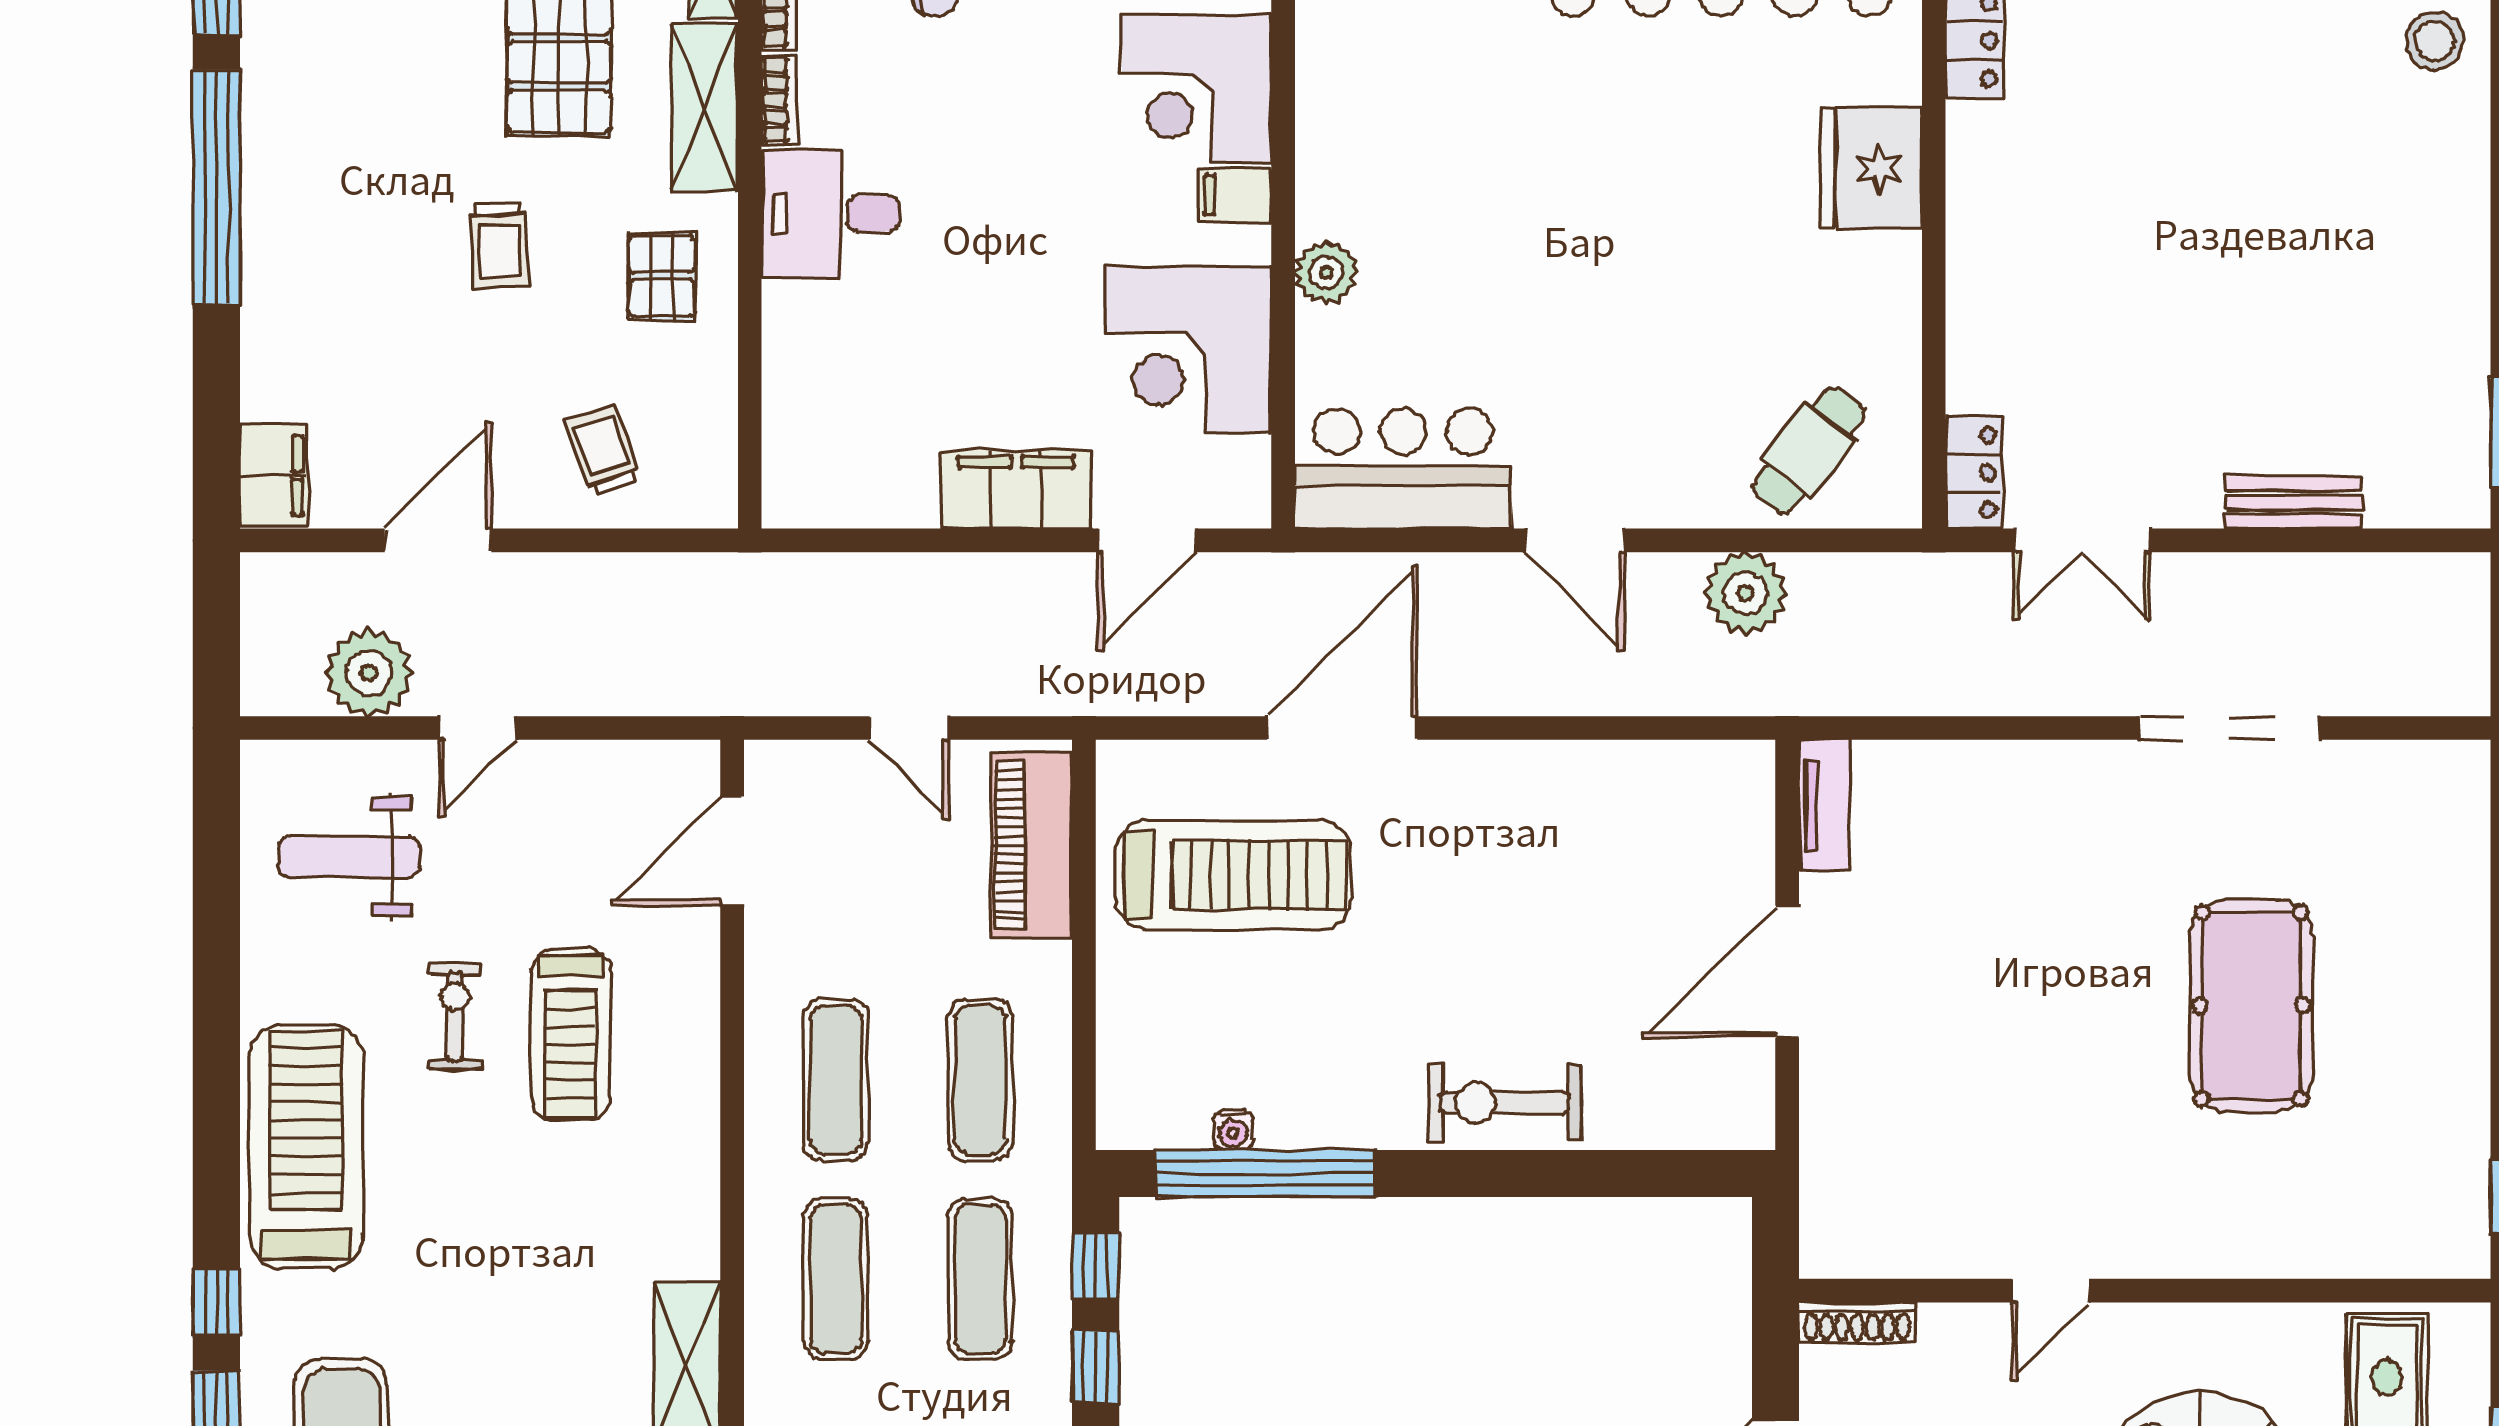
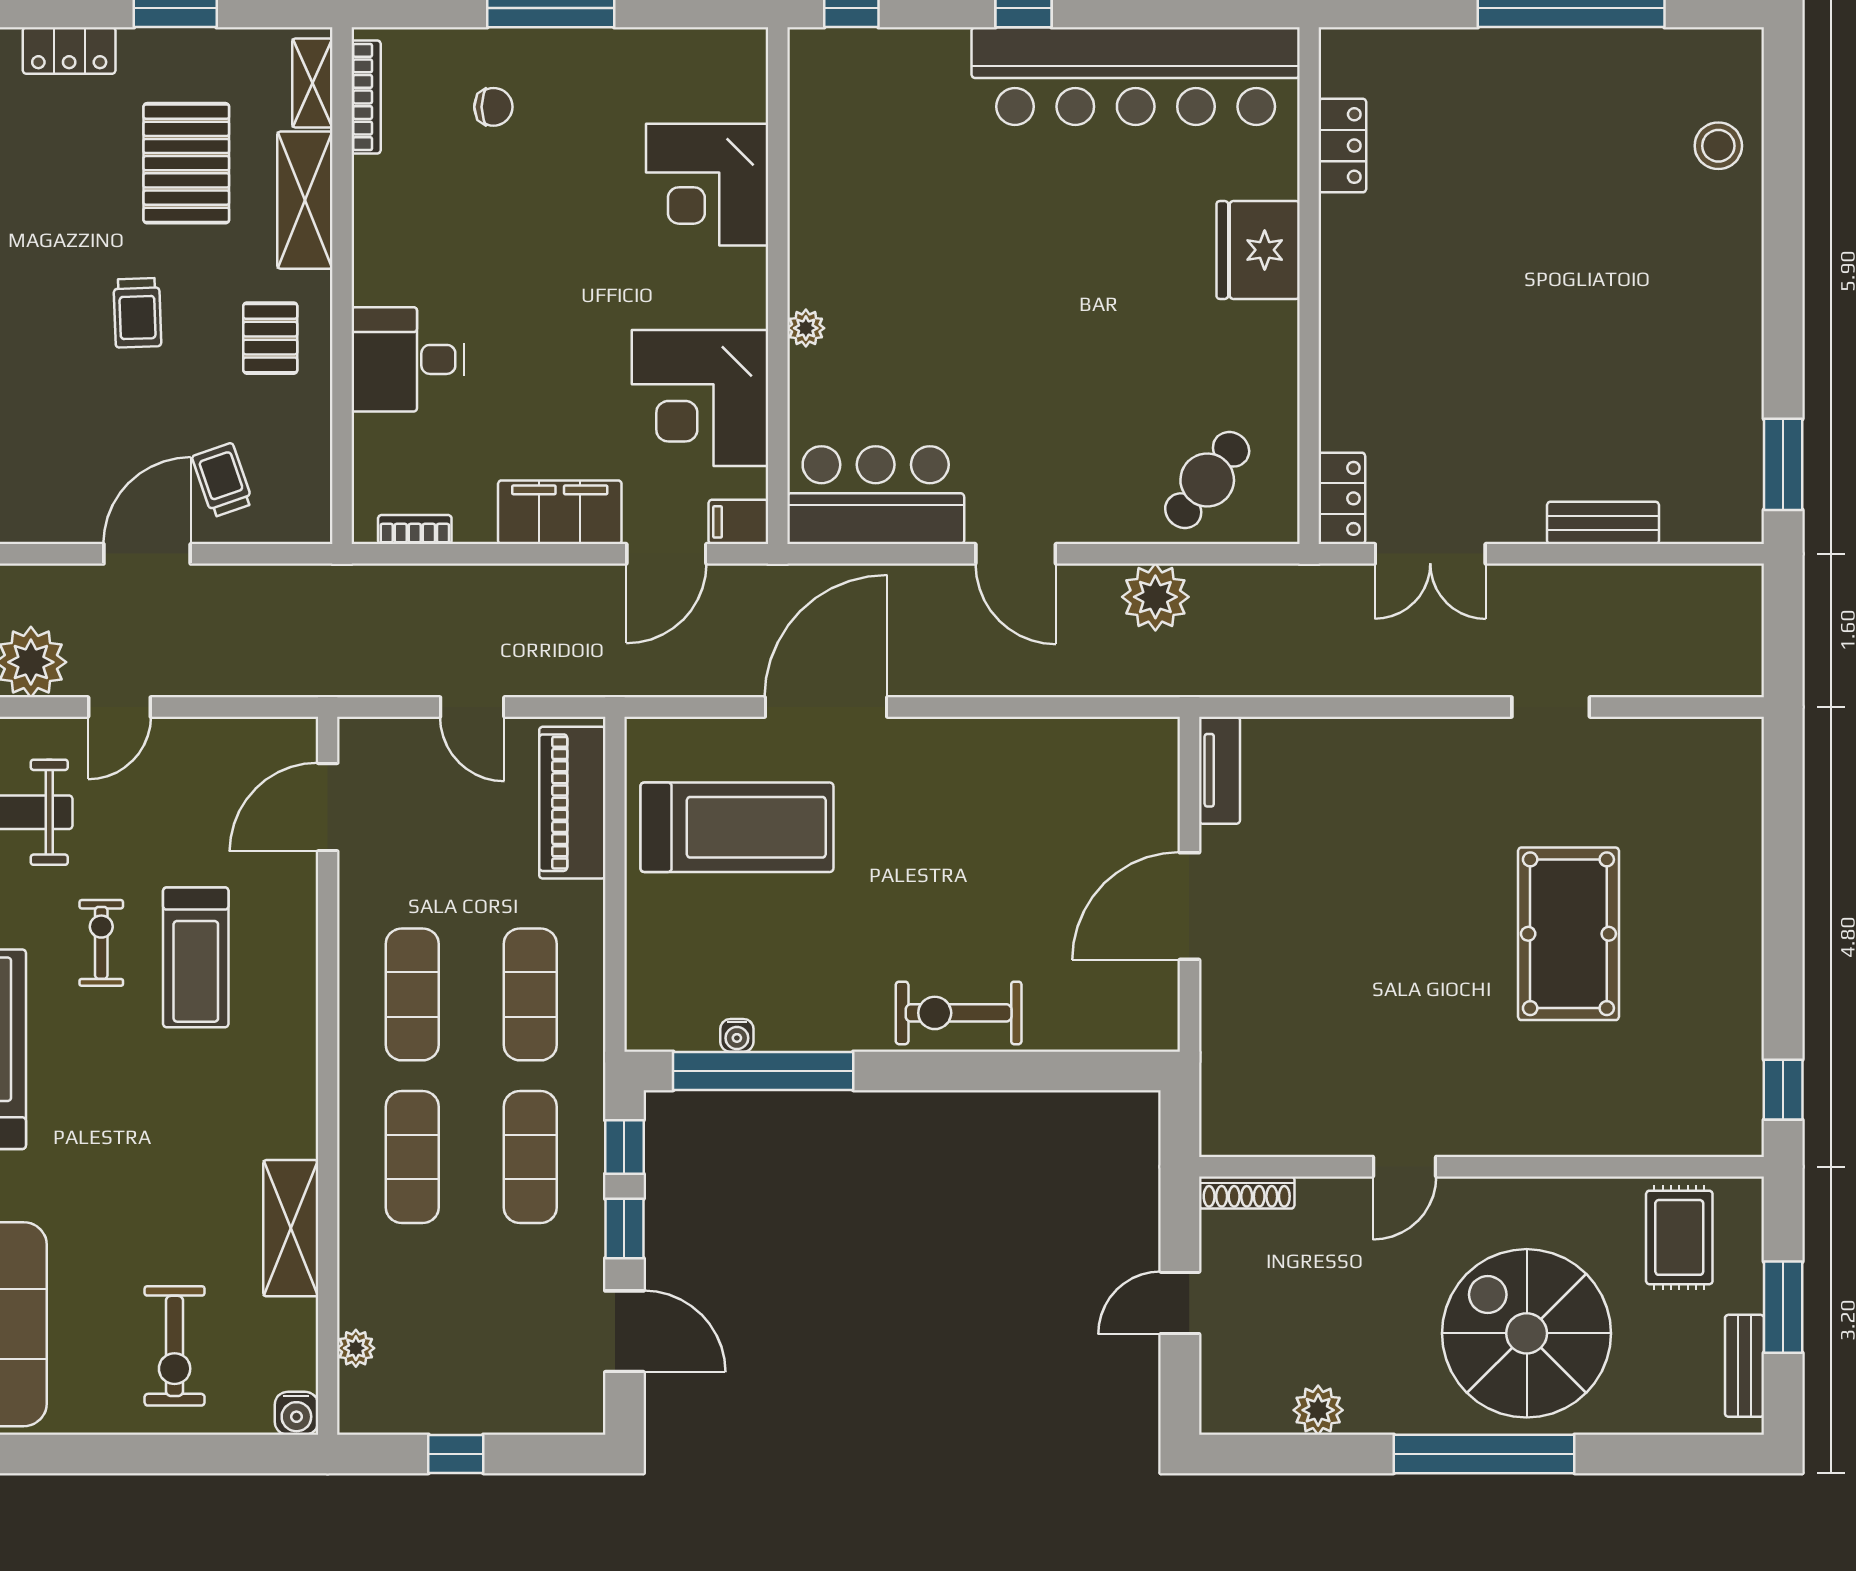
bookcase: (779, 100) -> (415, 530), moved, turned -90
filing cabinet: (1235, 195) -> (738, 522), moved
desk: (830, 214) -> (408, 359), moved
plant: (1326, 273) -> (806, 328), width x0.73, depth x0.73
door: (438, 540) -> (147, 554), moved
doorway: (2229, 728) -> (1551, 707), width x0.53

